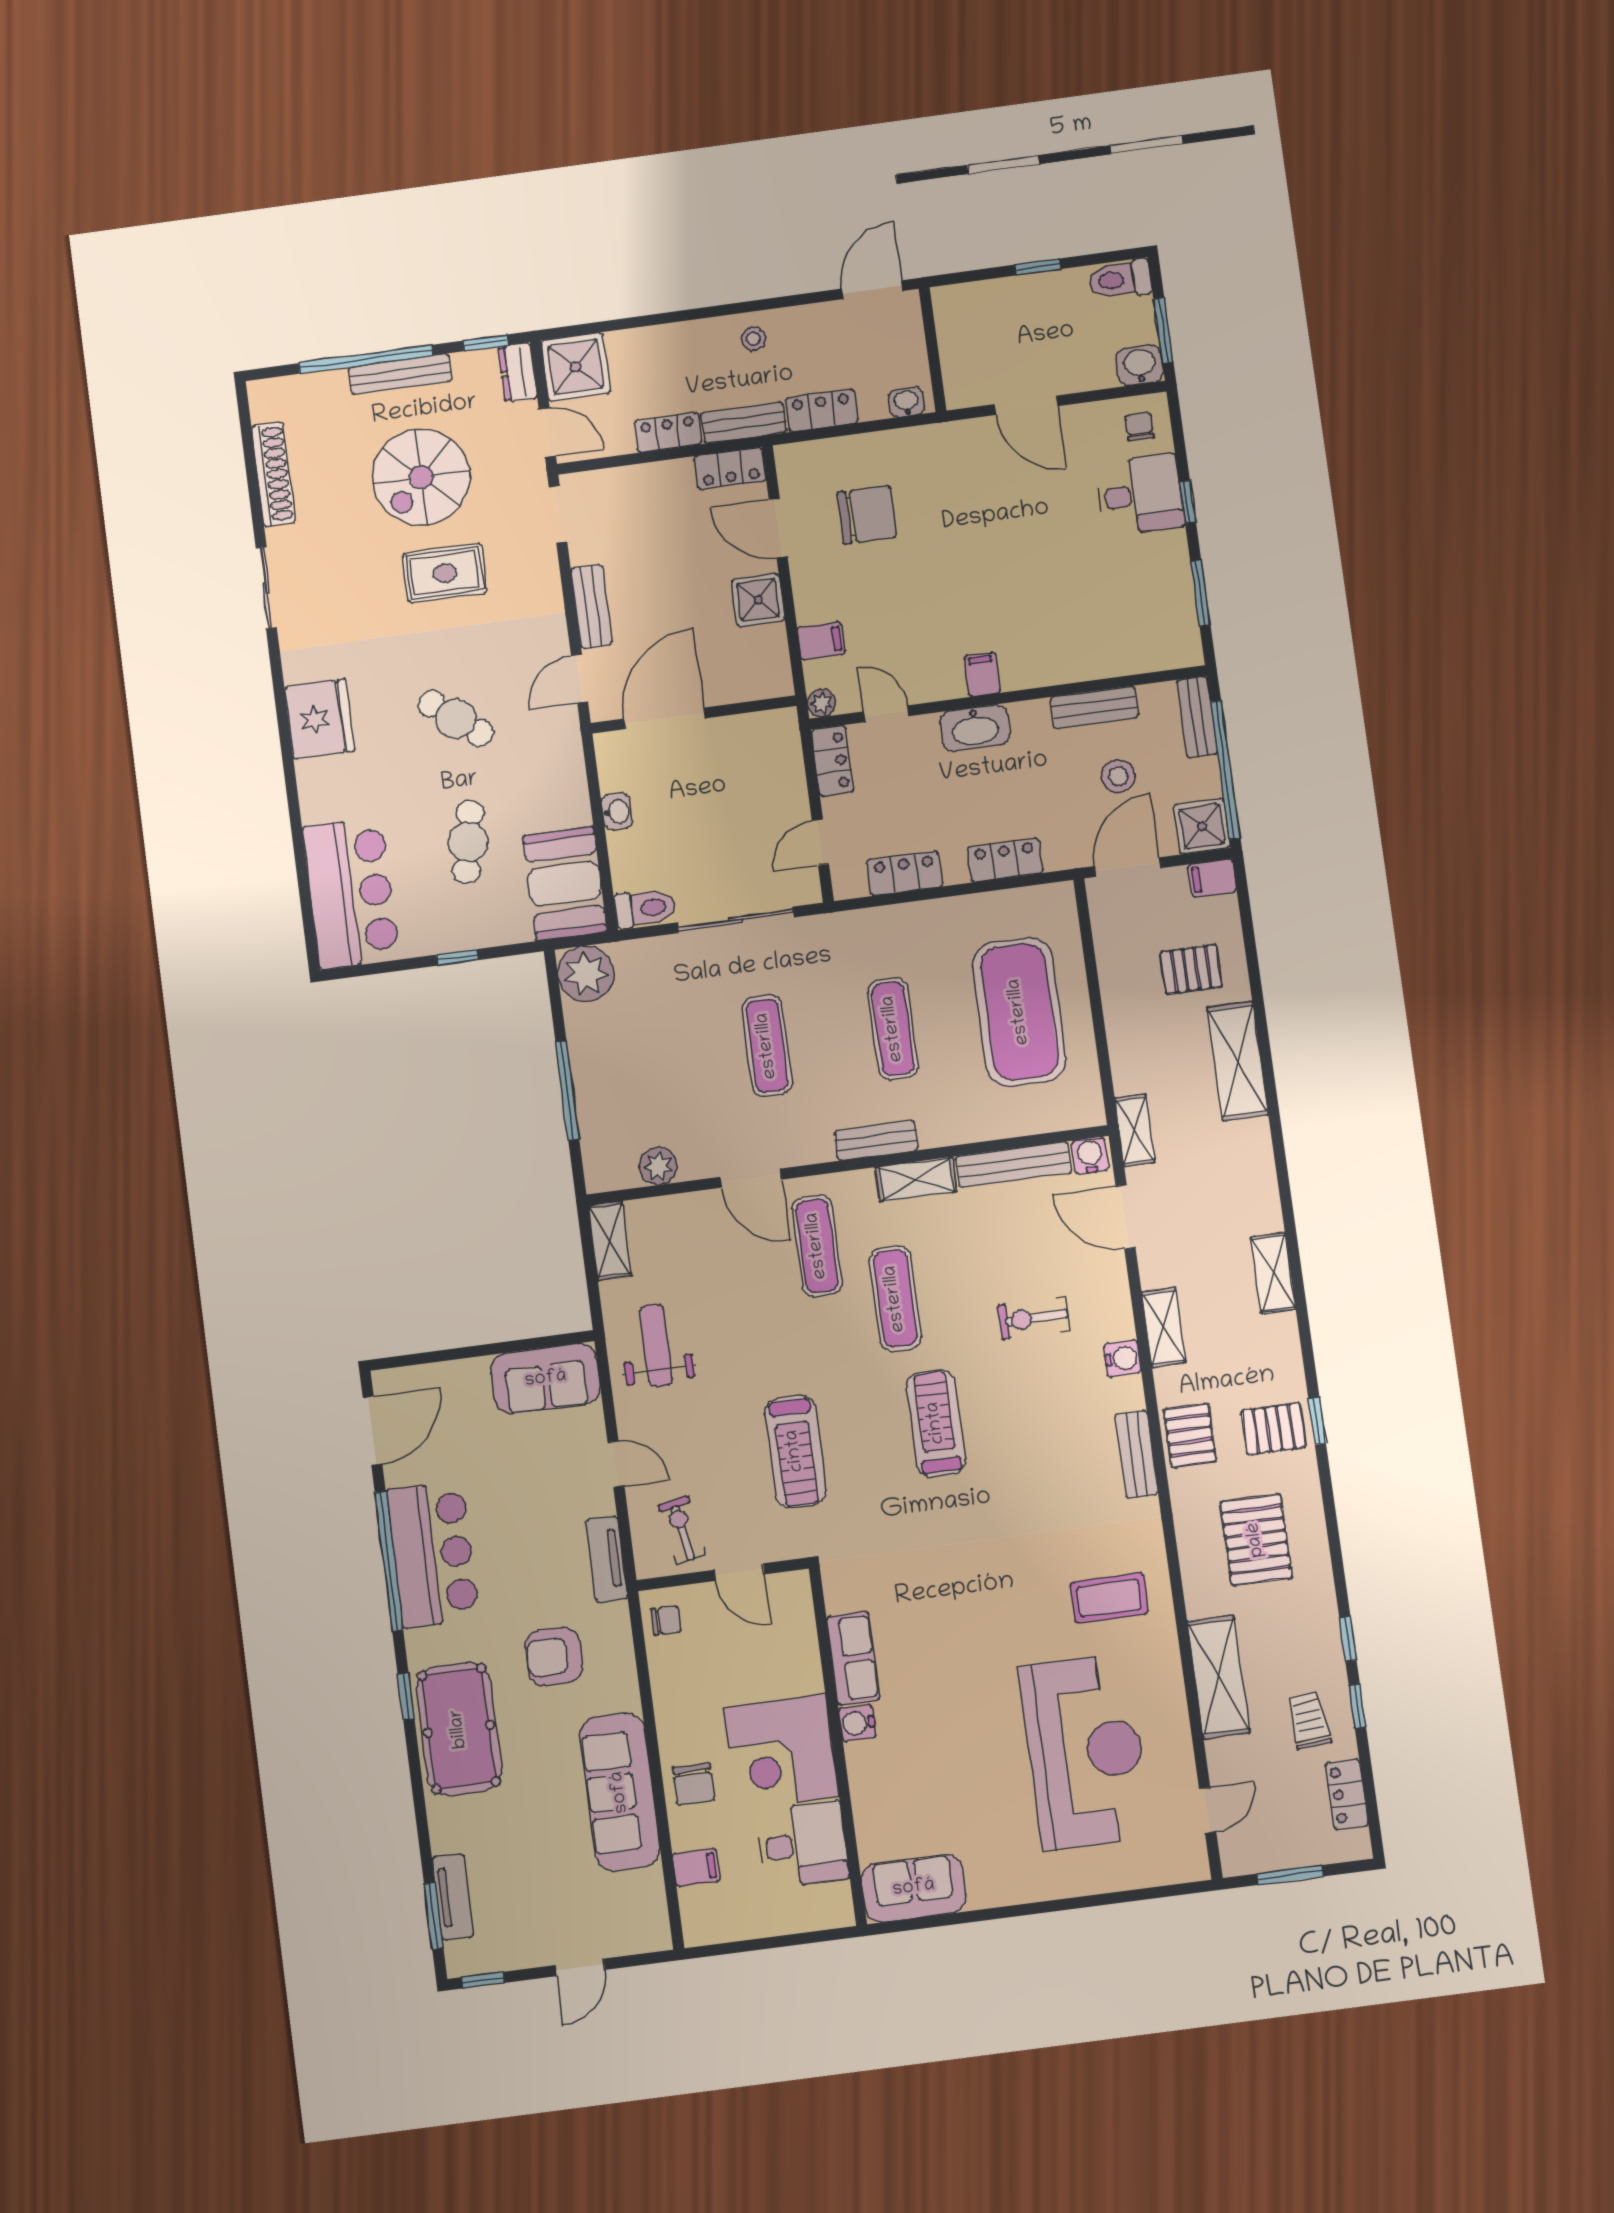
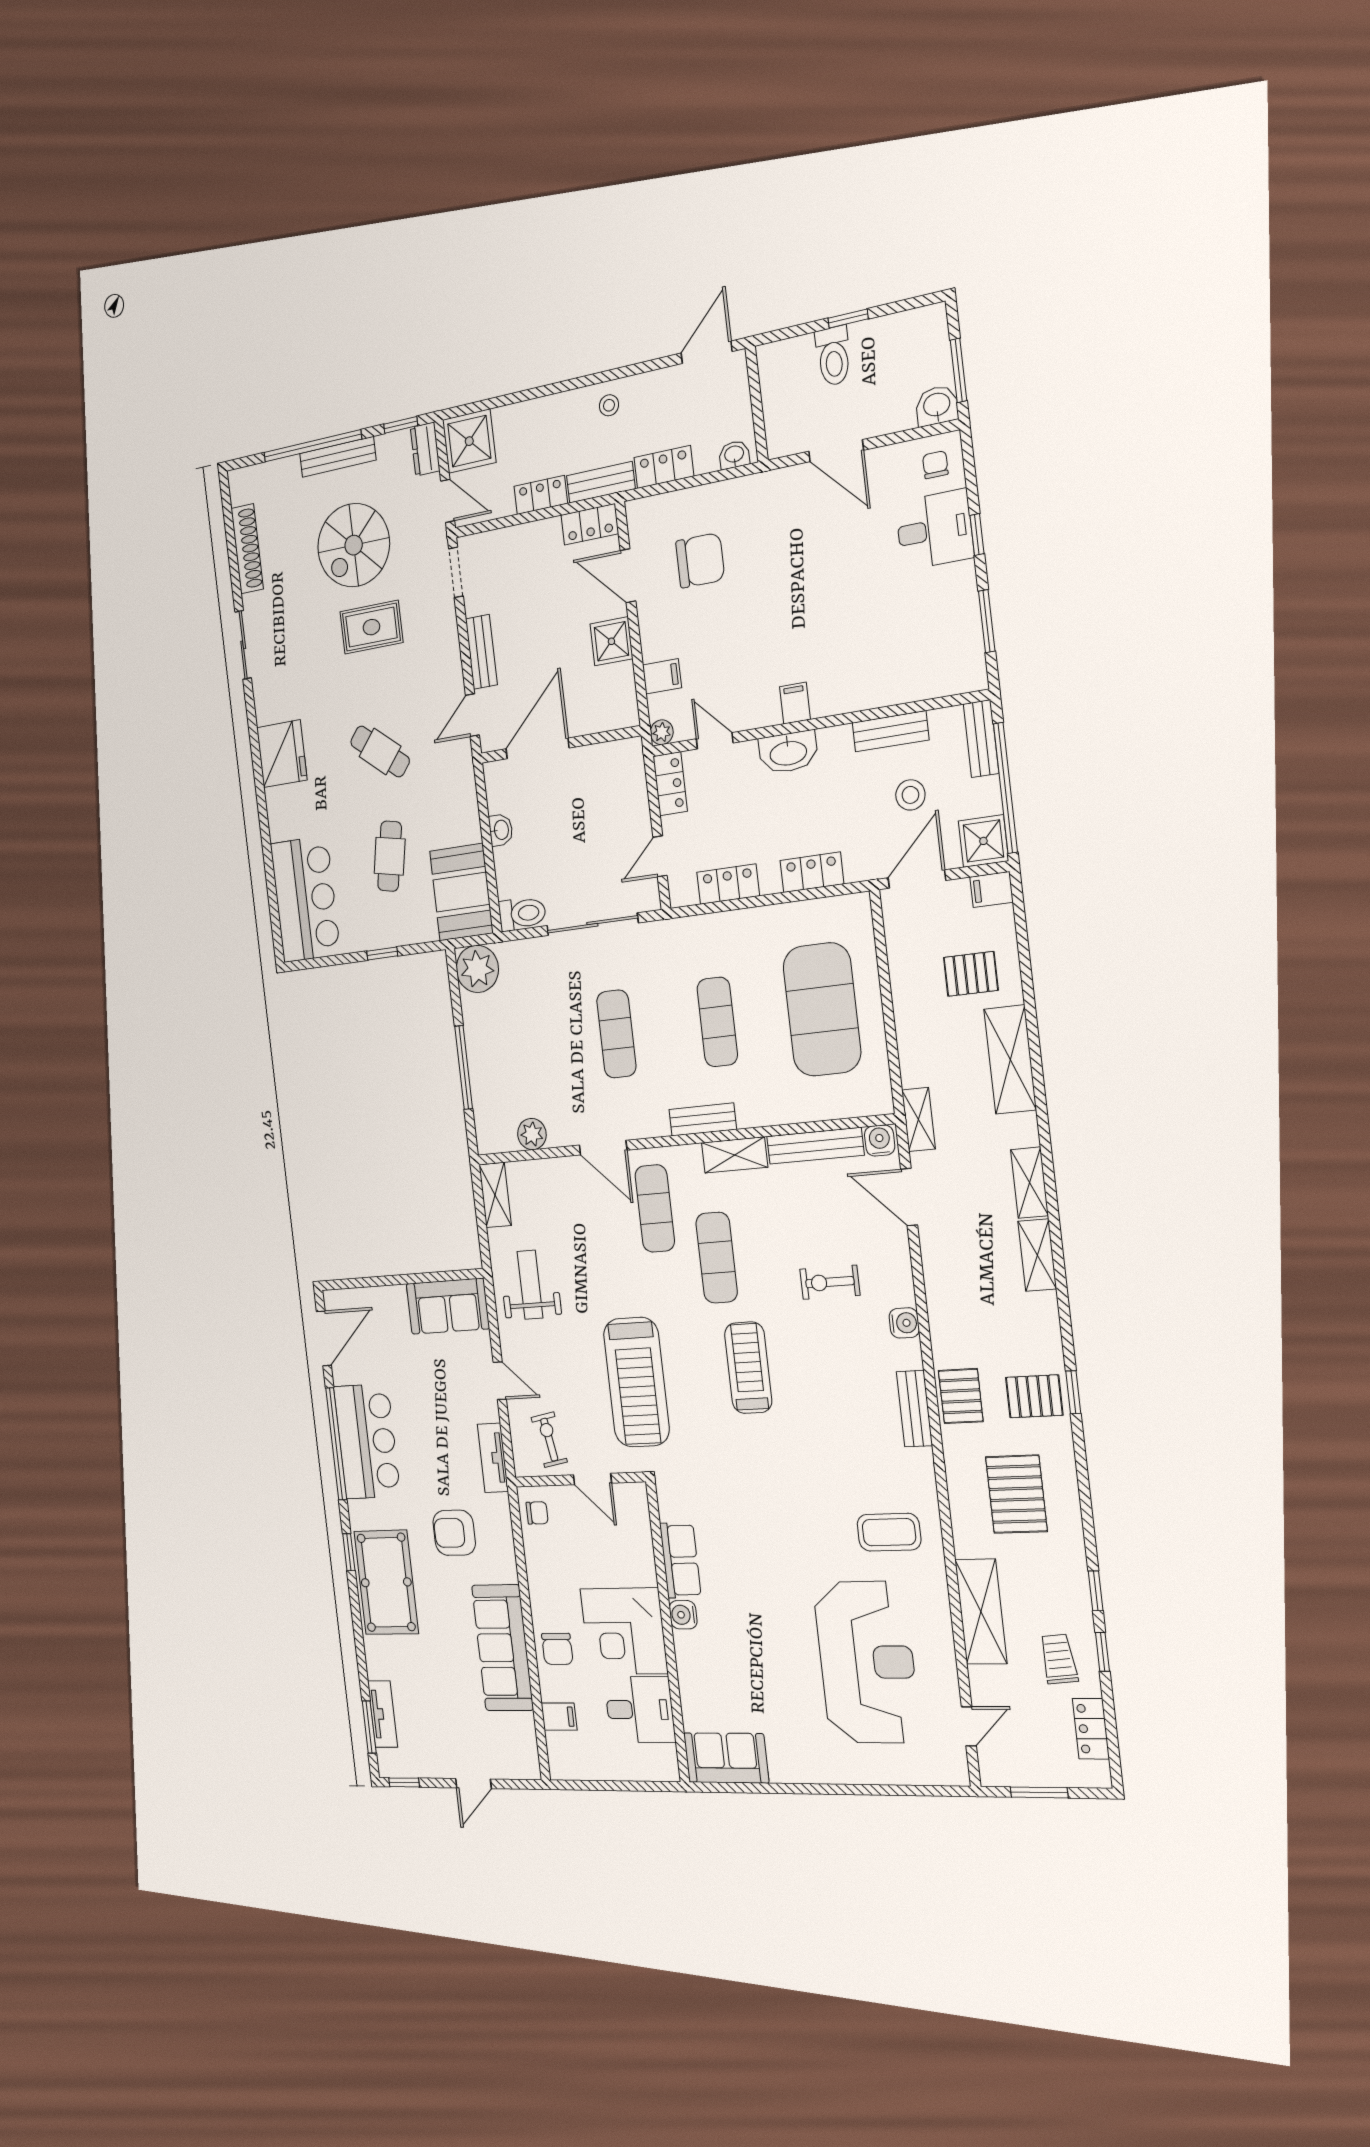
toilet: (1120, 279) -> (833, 356), moved, turned -90
shelving: (1164, 1327) -> (1029, 1183), moved
treadmill: (795, 1451) -> (636, 1382), width x1.37, depth x1.38

